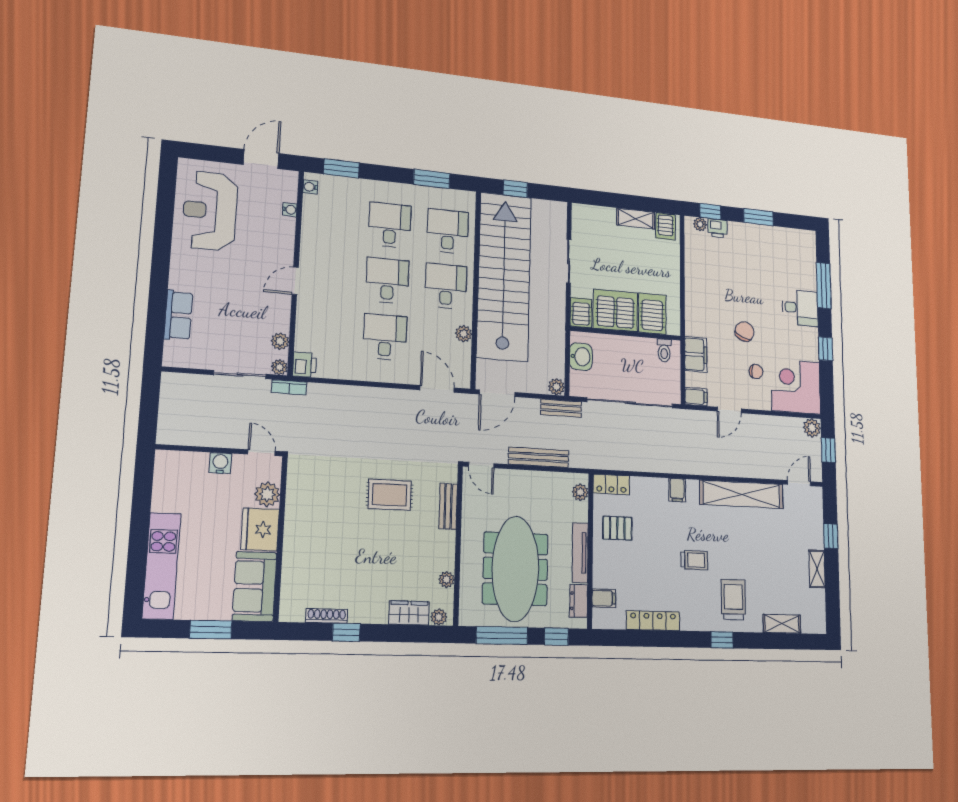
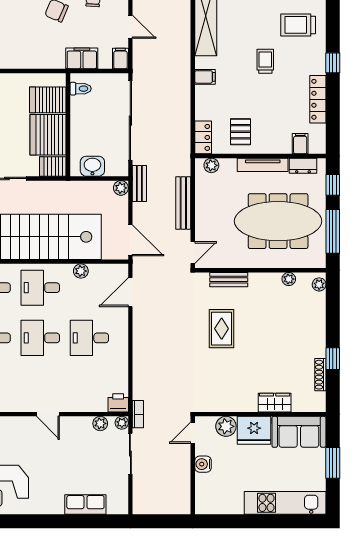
wardrobe: (409, 613) -> (275, 403), moved, turned 90
window: (722, 640) -> (333, 63), moved

